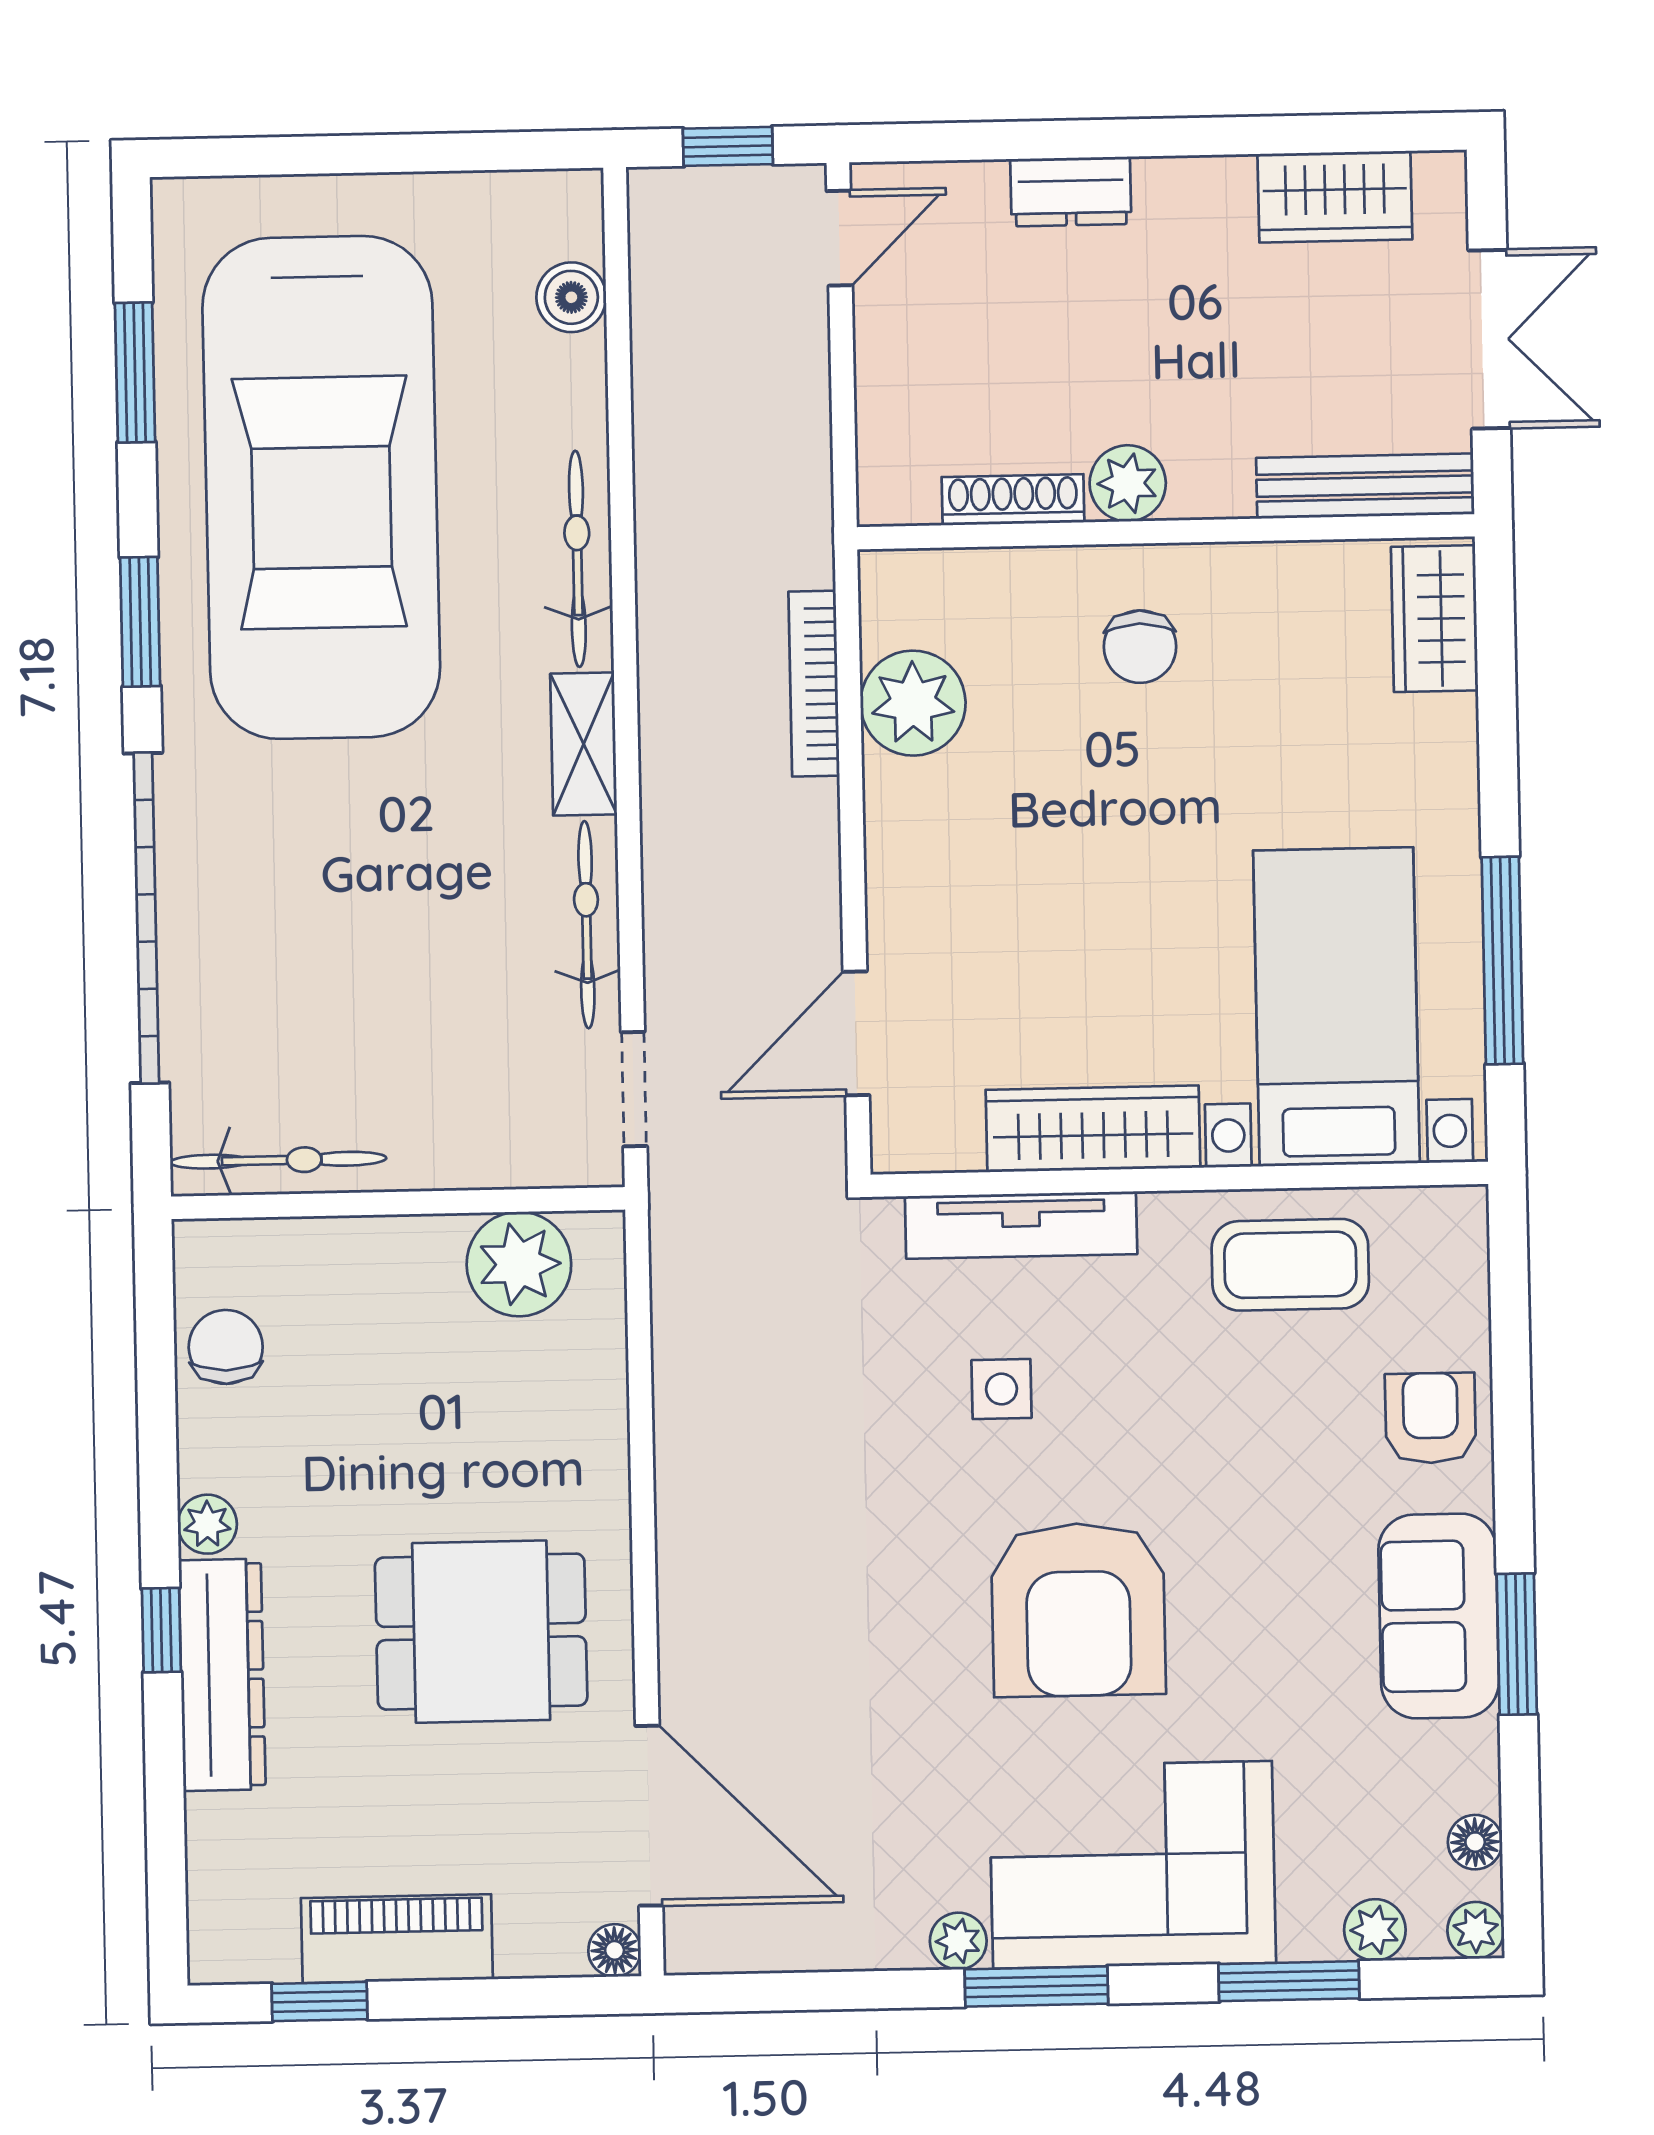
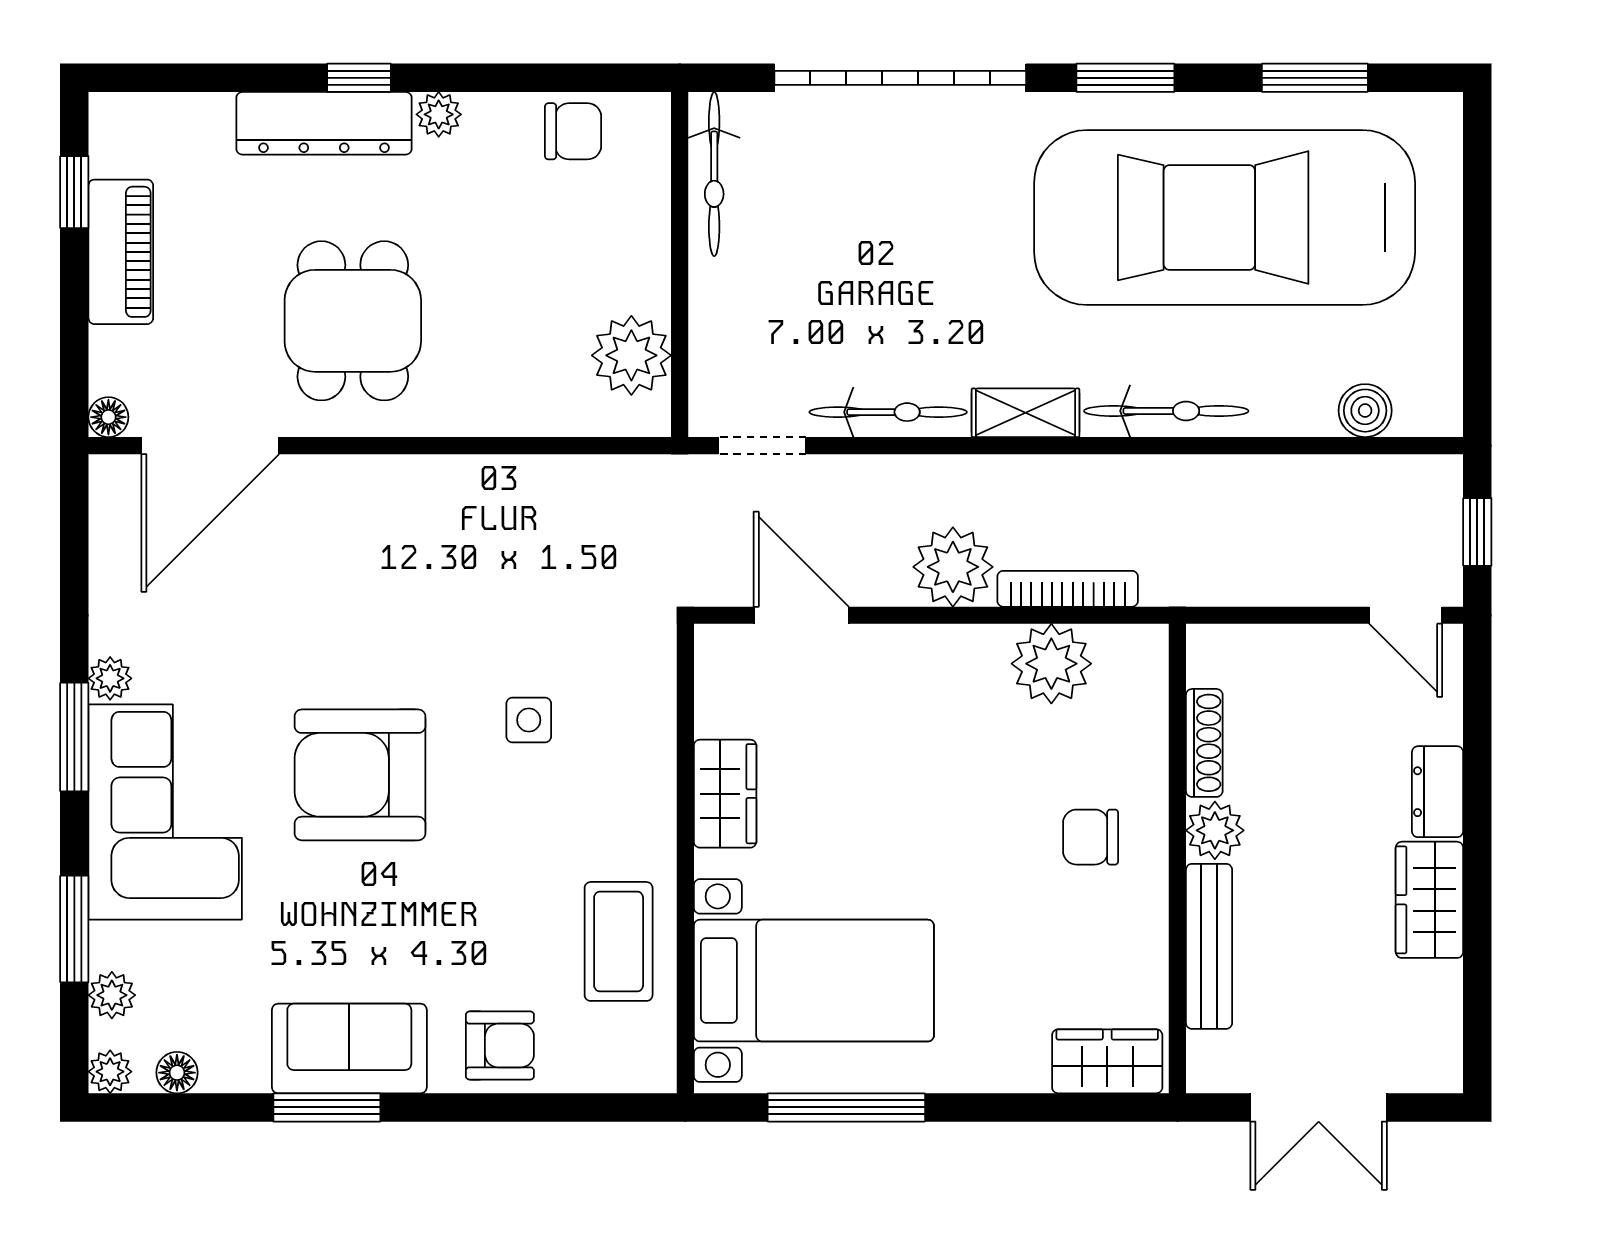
wardrobe: (1335, 197) -> (1429, 900), moved
bench: (1365, 486) -> (1209, 946), moved
plant: (788, 835) -> (953, 567), added
wardrobe: (1093, 1129) -> (725, 794), width x0.67
tv unit: (1021, 1225) -> (653, 738), removed

